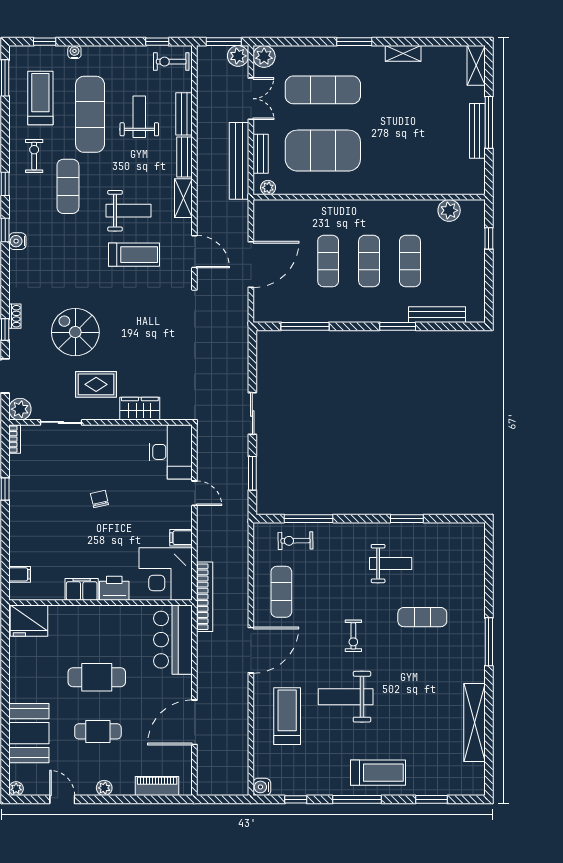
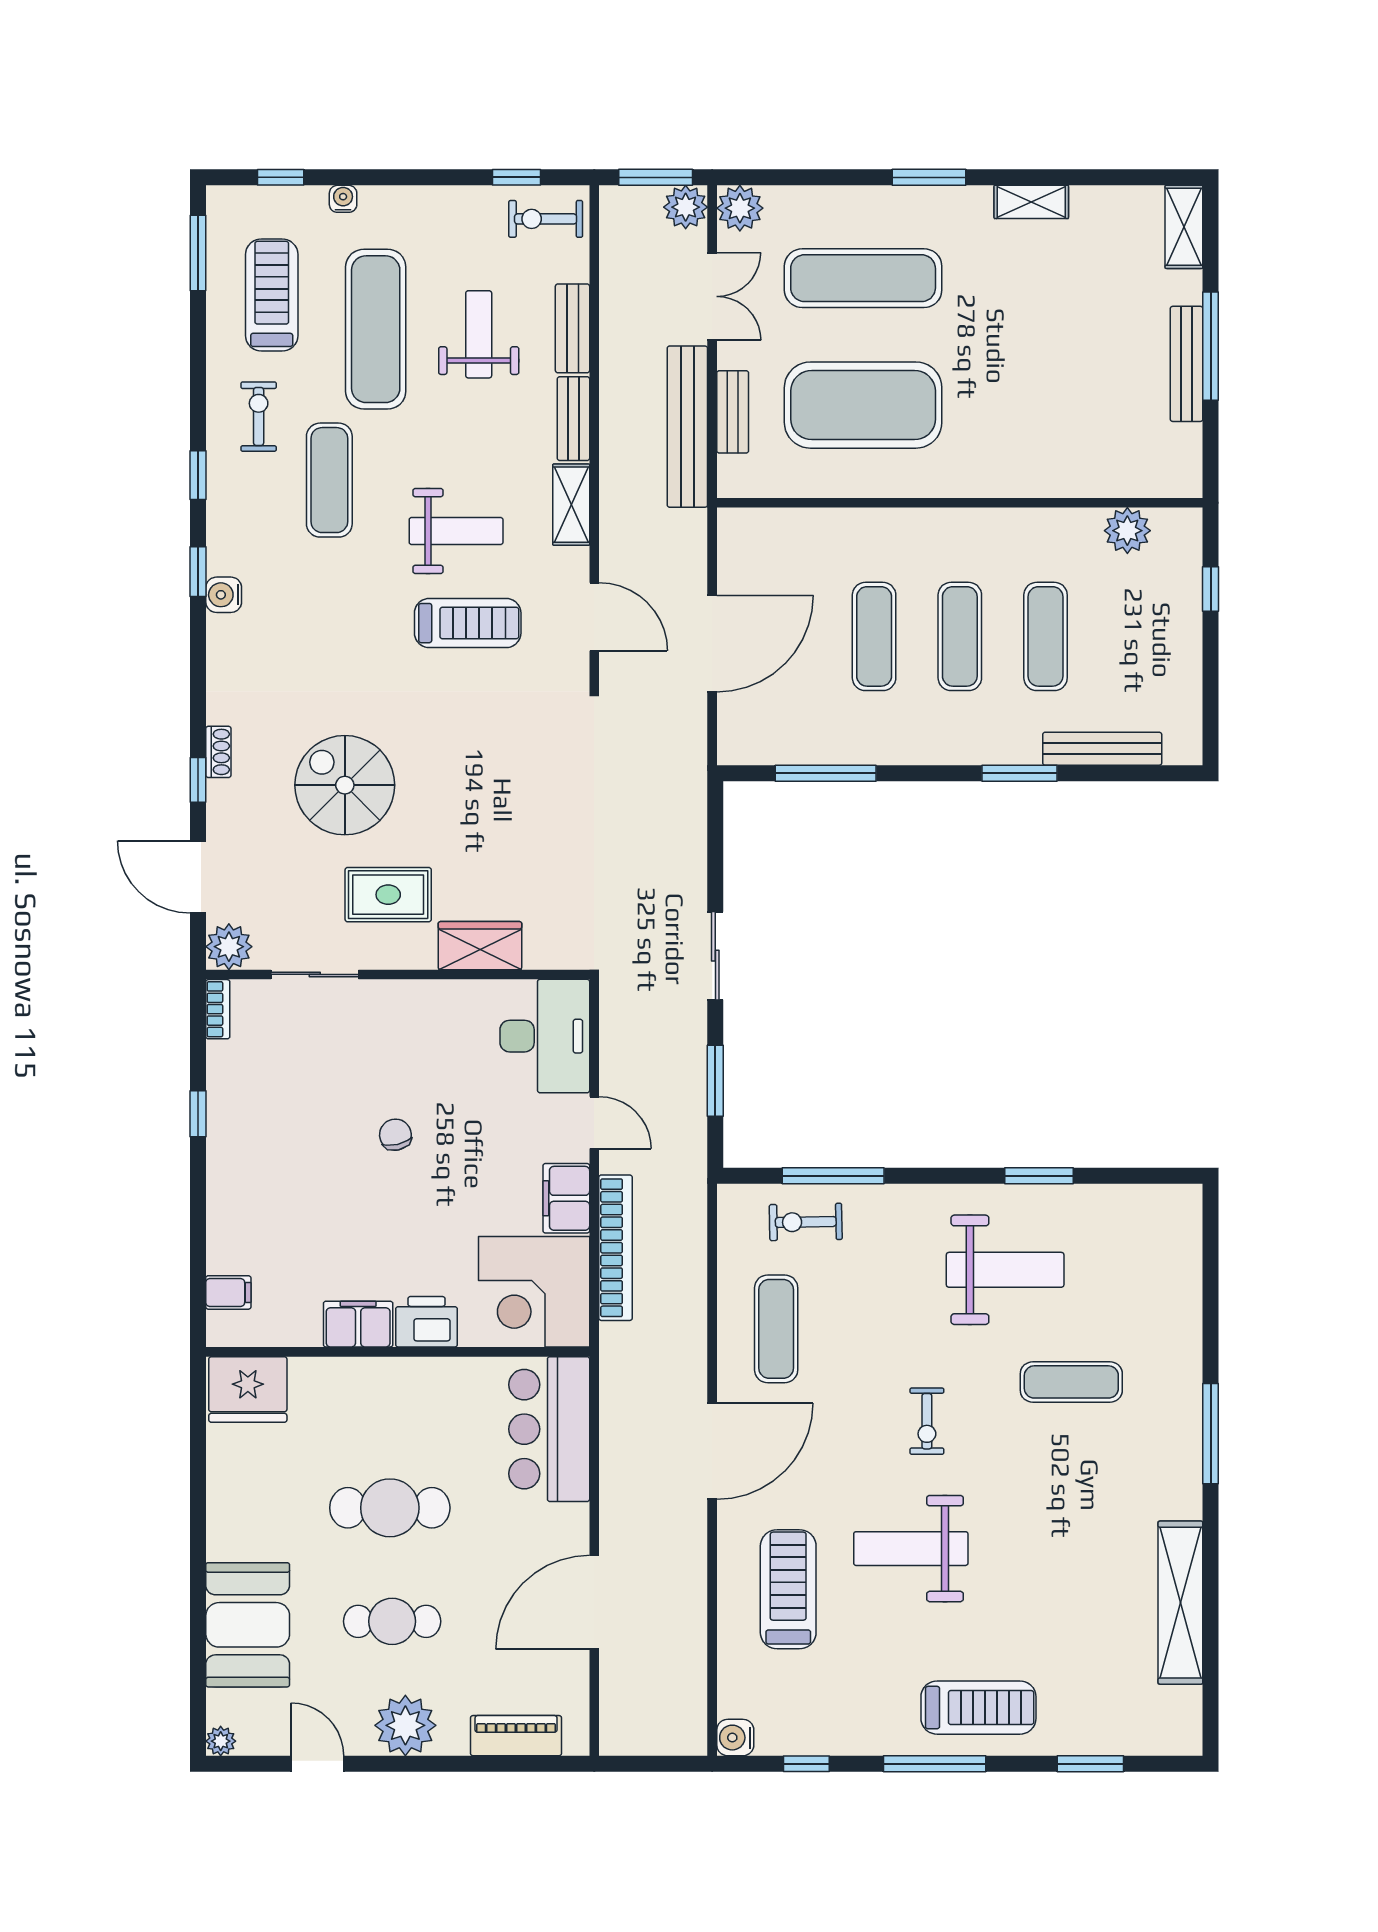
plant: (268, 188) -> (748, 483), removed
filing cabinet: (181, 538) -> (566, 1198), width x2.00
weight bench: (391, 564) -> (1005, 1270), width x1.36, depth x1.33
bookcase: (205, 597) -> (616, 1248), moved
plant: (104, 788) -> (405, 1725), width x1.88, depth x1.88

